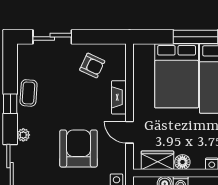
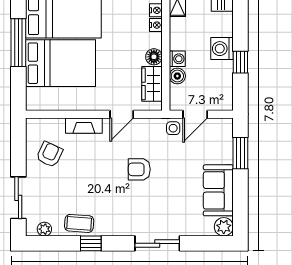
plant: (23, 135) -> (44, 229), moved
armchair: (78, 148) -> (139, 169), width x0.53, depth x0.53

